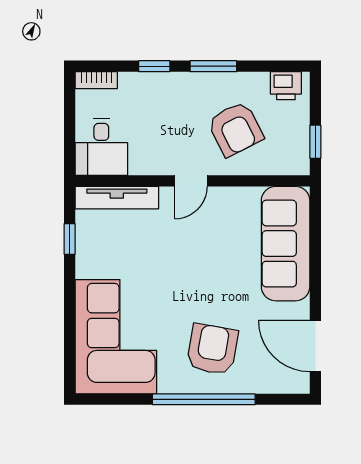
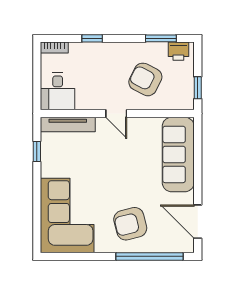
window: (213, 66) -> (161, 38), moved
armchair: (235, 129) -> (145, 79), turned 144
door: (191, 181) -> (116, 113), hinge flipped
armchair: (212, 349) -> (130, 224), turned -114
window: (204, 399) -> (149, 256), moved

